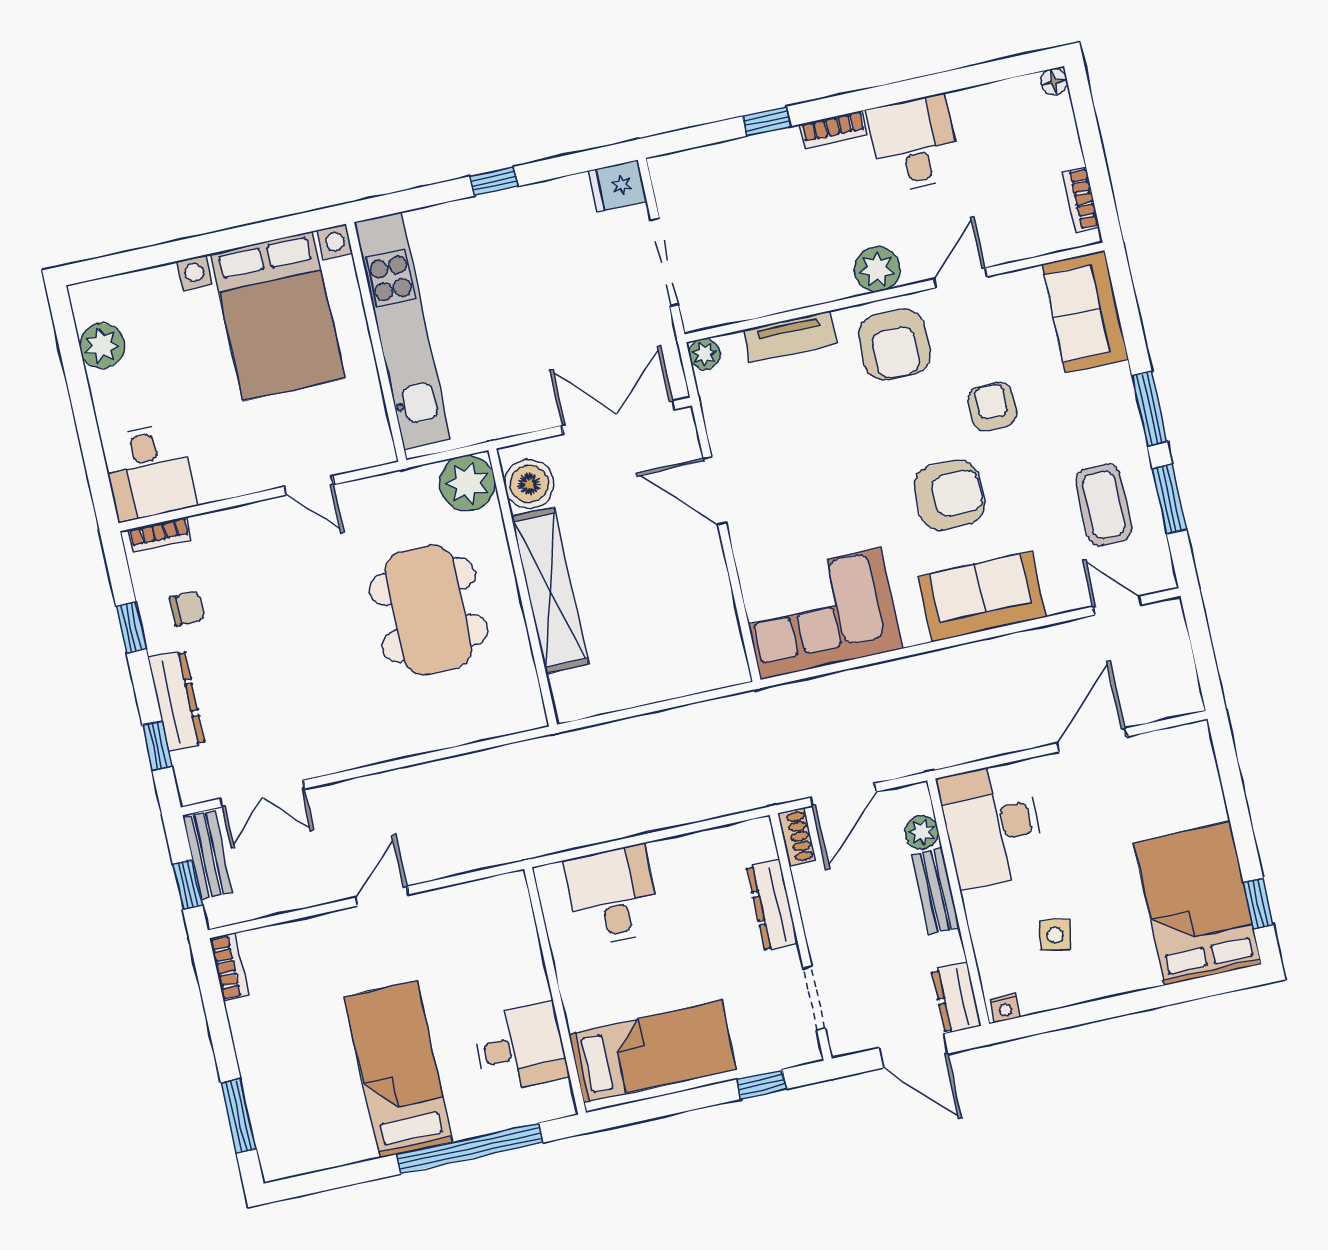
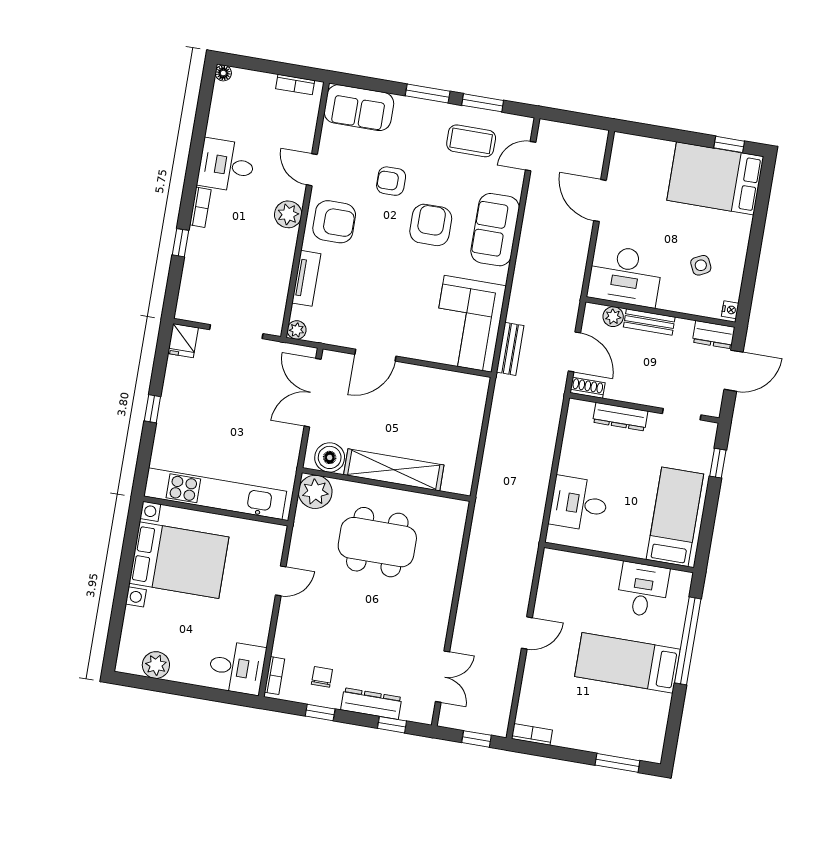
bench: (208, 855) -> (510, 349), moved, turned 90
door: (382, 896) -> (527, 633), swing flipped
side table: (1055, 935) -> (701, 265), turned -37

